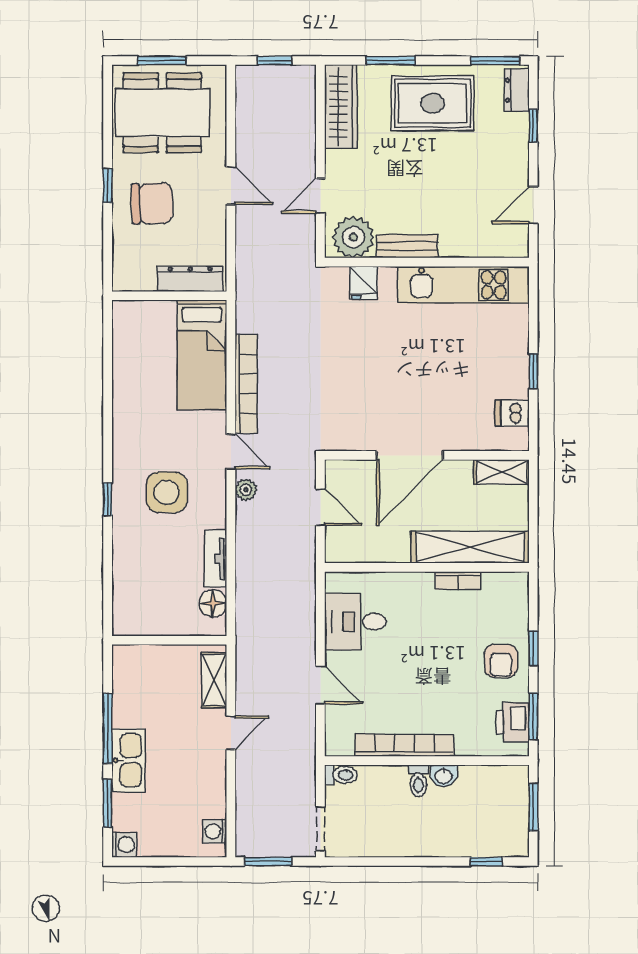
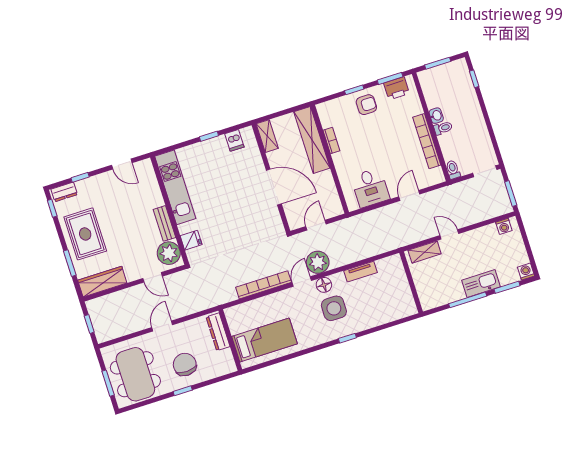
window: (495, 60) -> (52, 208), width x0.67
bed: (202, 355) -> (264, 340), moved
plant: (246, 490) -> (318, 262), width x1.88, depth x1.88
floor lamp: (213, 603) -> (324, 285), moved

